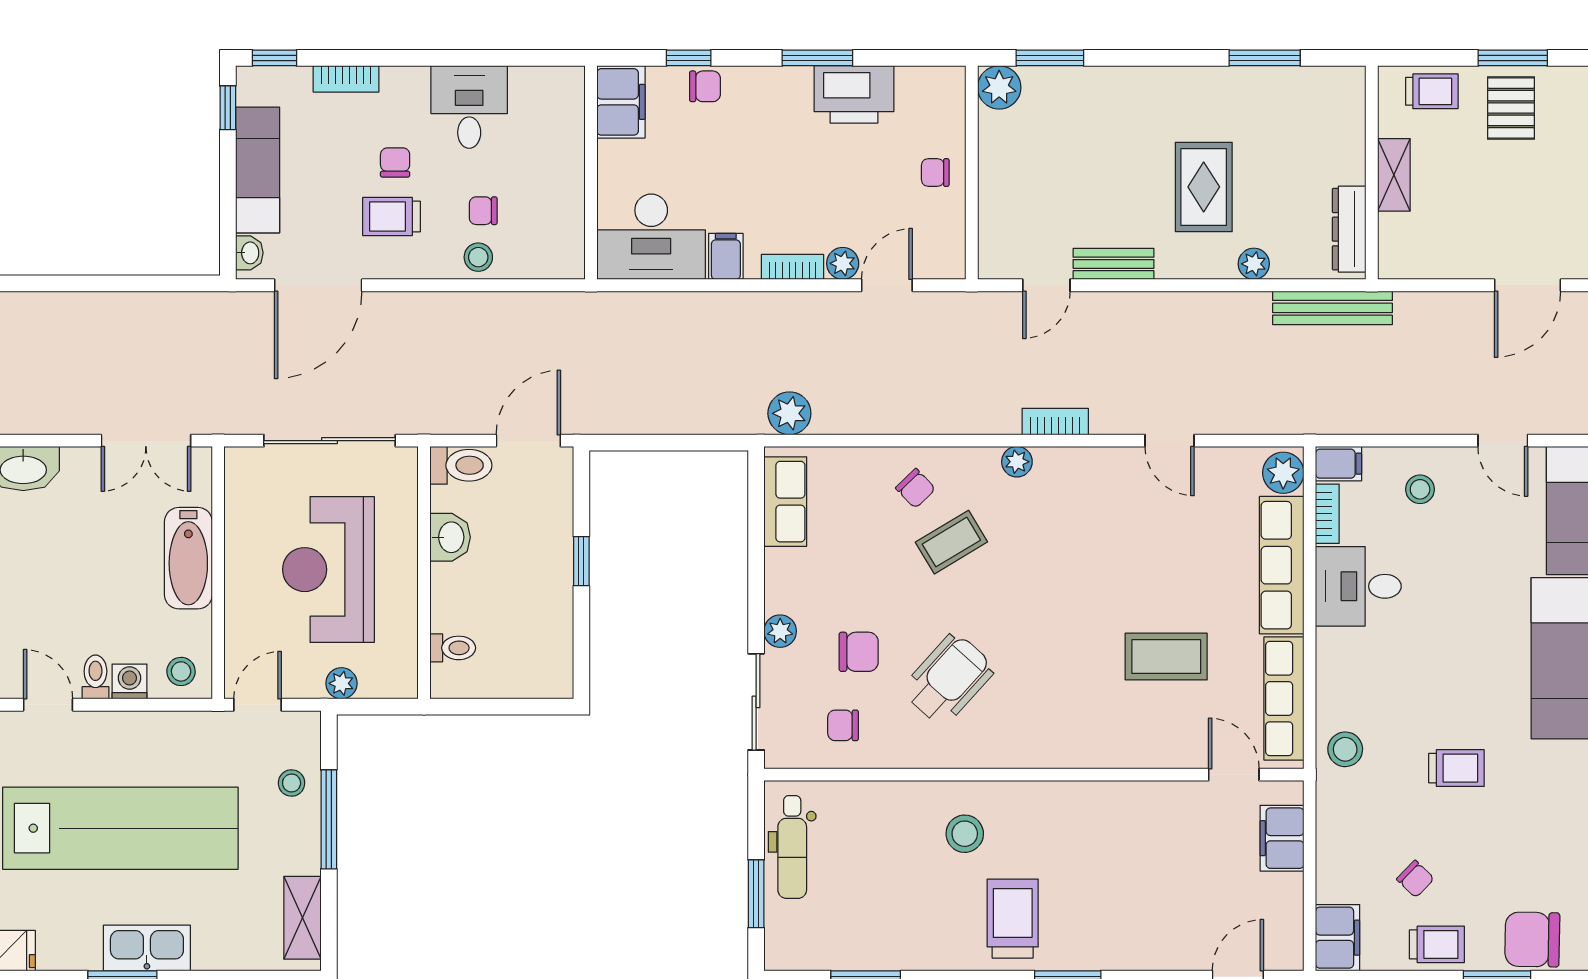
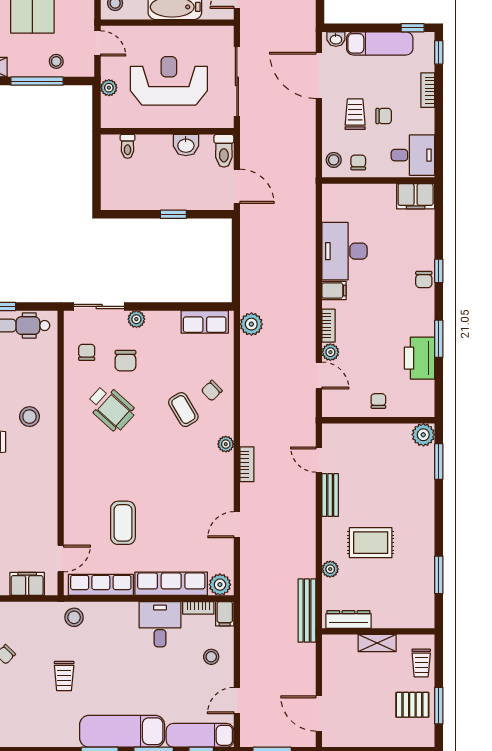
filing cabinet: (621, 102) -> (416, 196), moved
wall: (591, 173) -> (378, 180), moved

